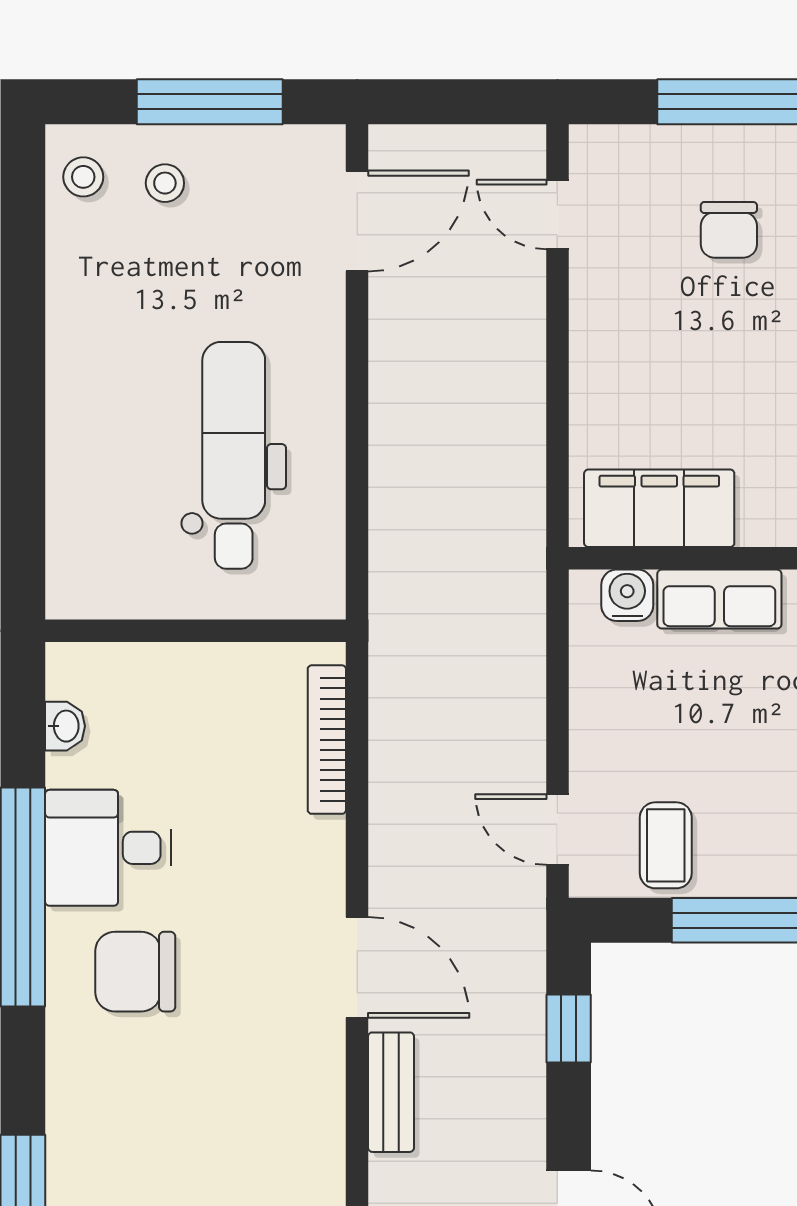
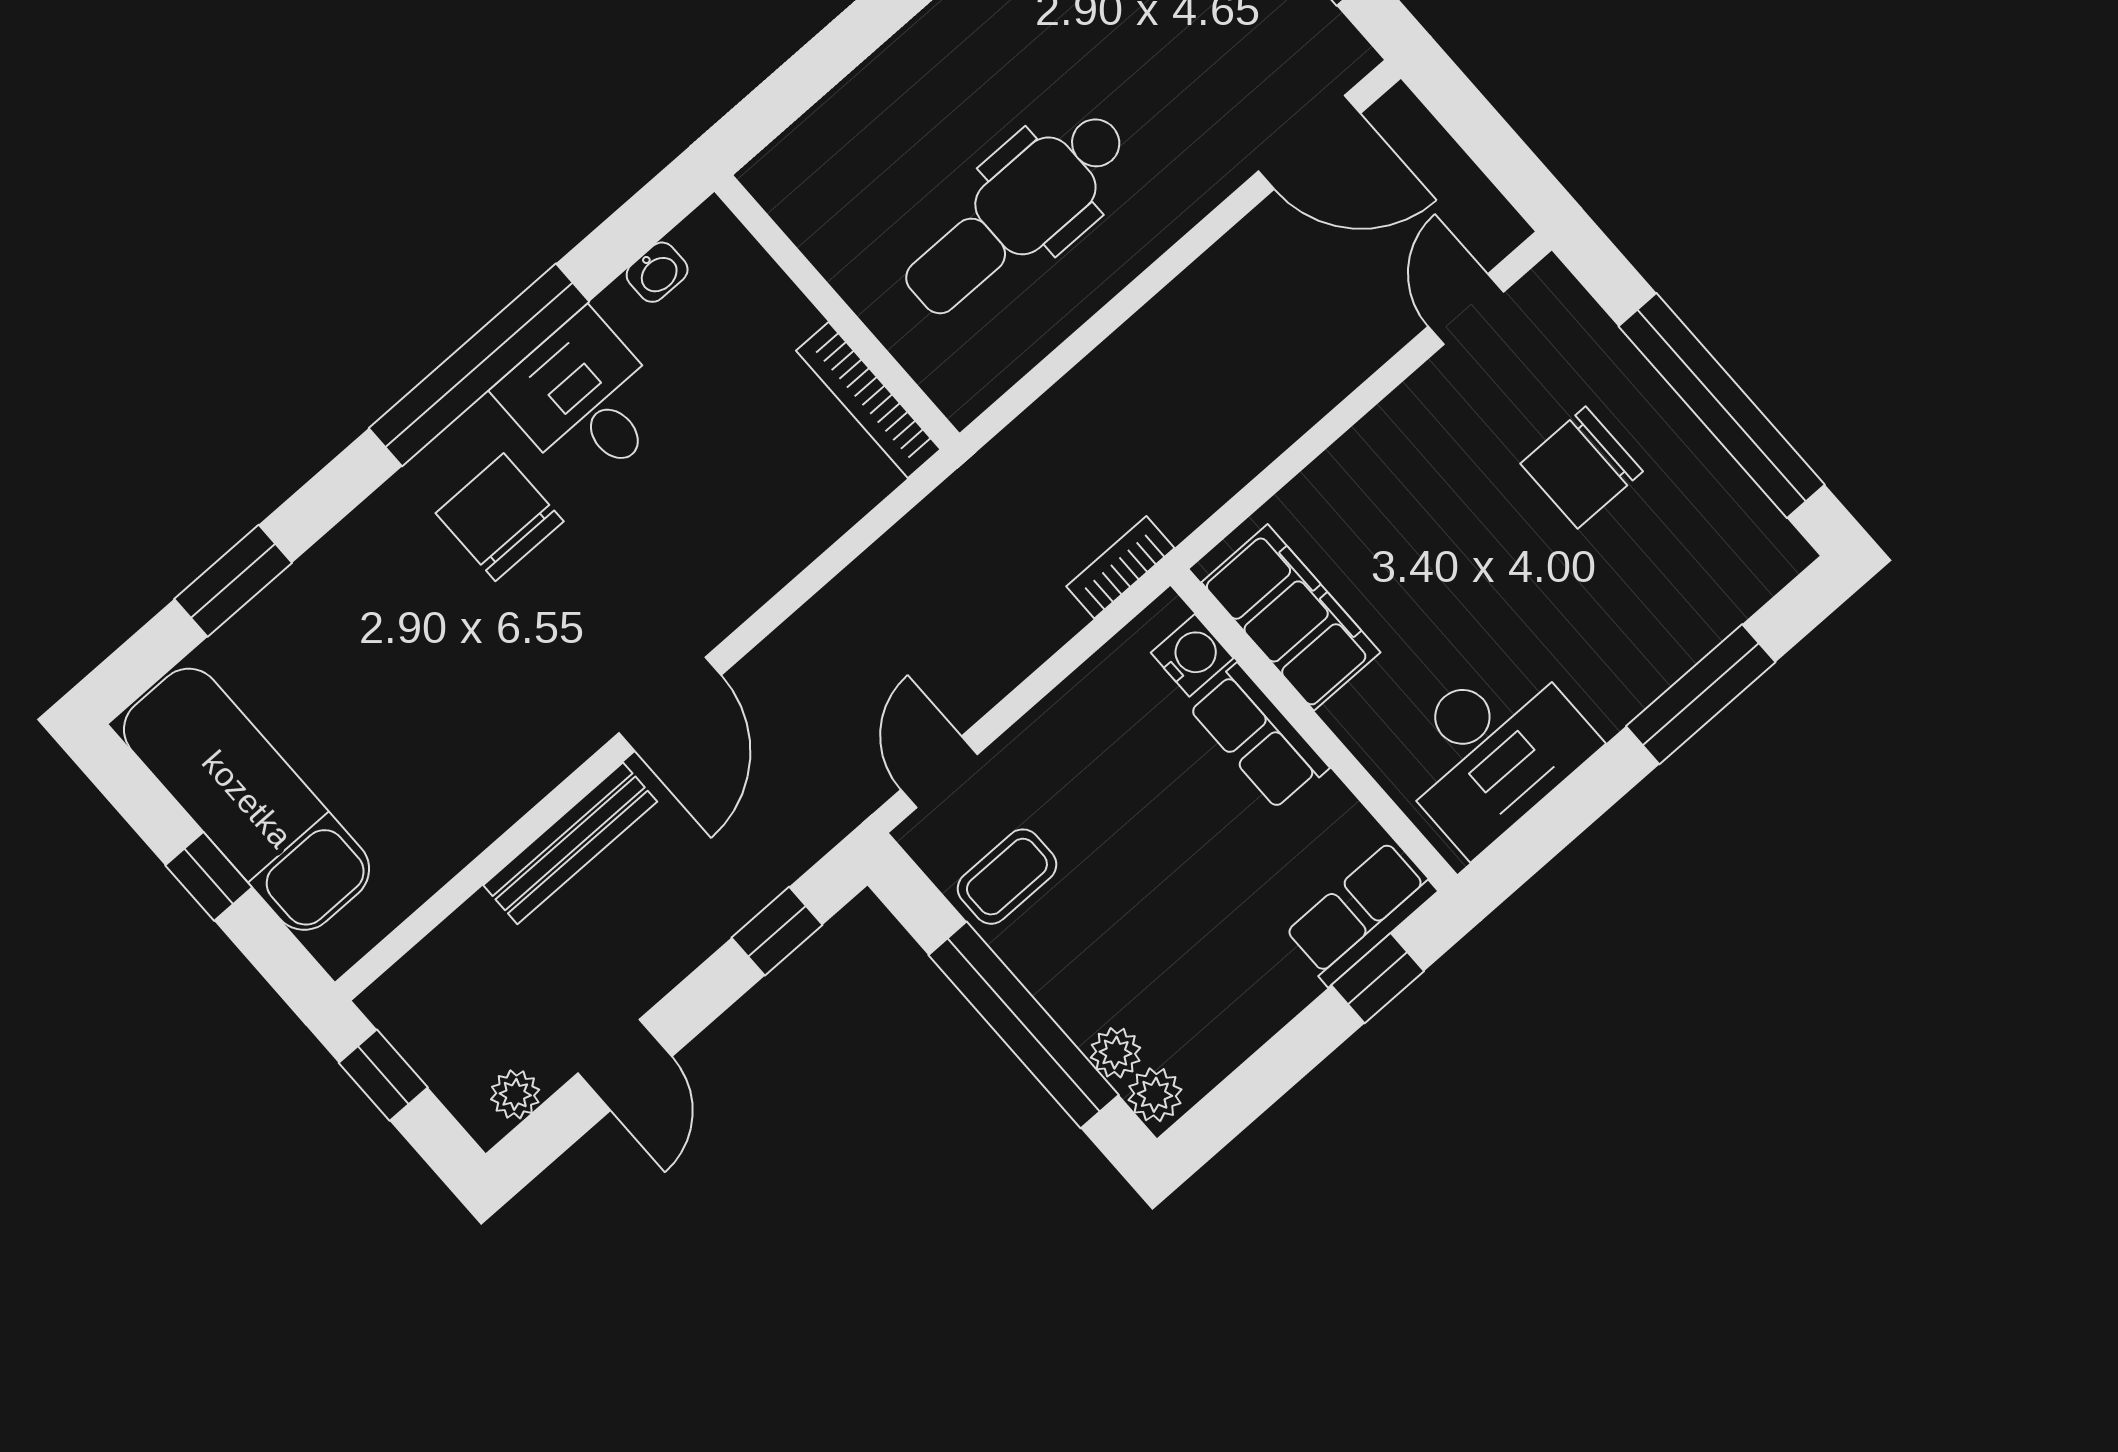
chair: (729, 230) -> (1582, 468), width x1.37, depth x1.37
dental chair: (234, 455) -> (1016, 213), turned 180
bookcase: (528, 592) -> (1120, 567), added
bookcase: (327, 740) -> (868, 400), moved, turned -90
bench: (391, 1092) -> (570, 843), width x1.36

